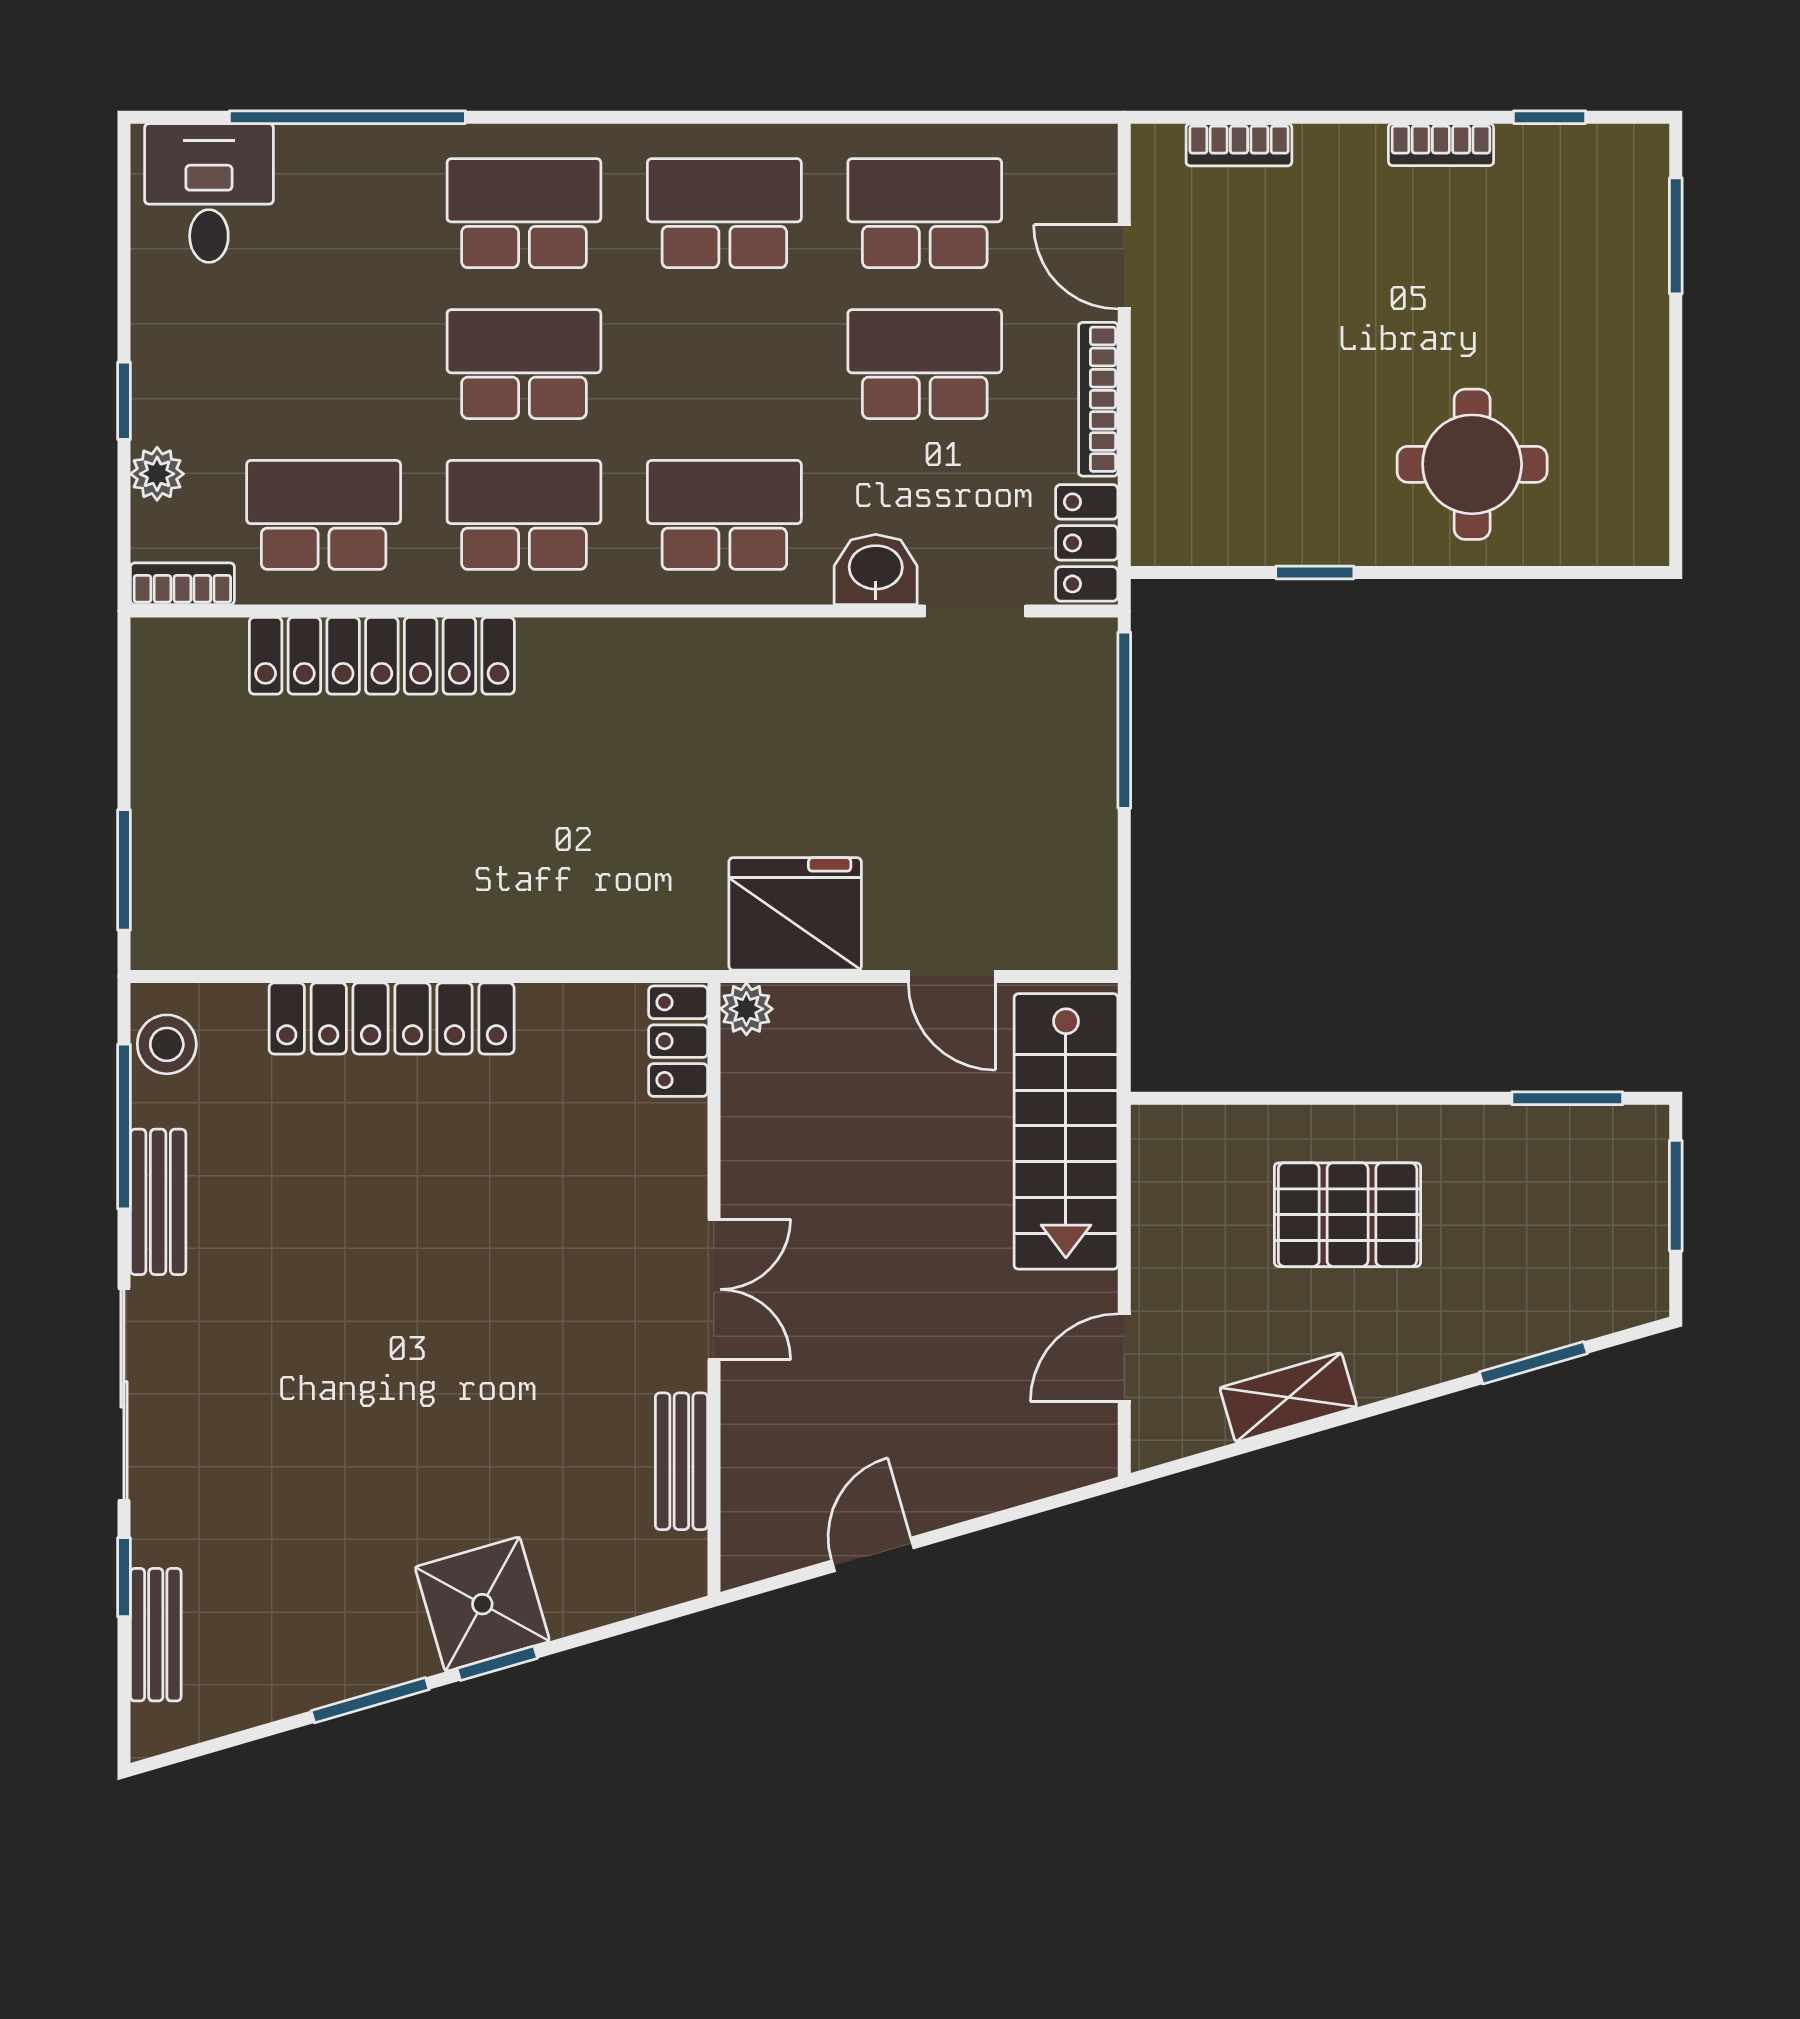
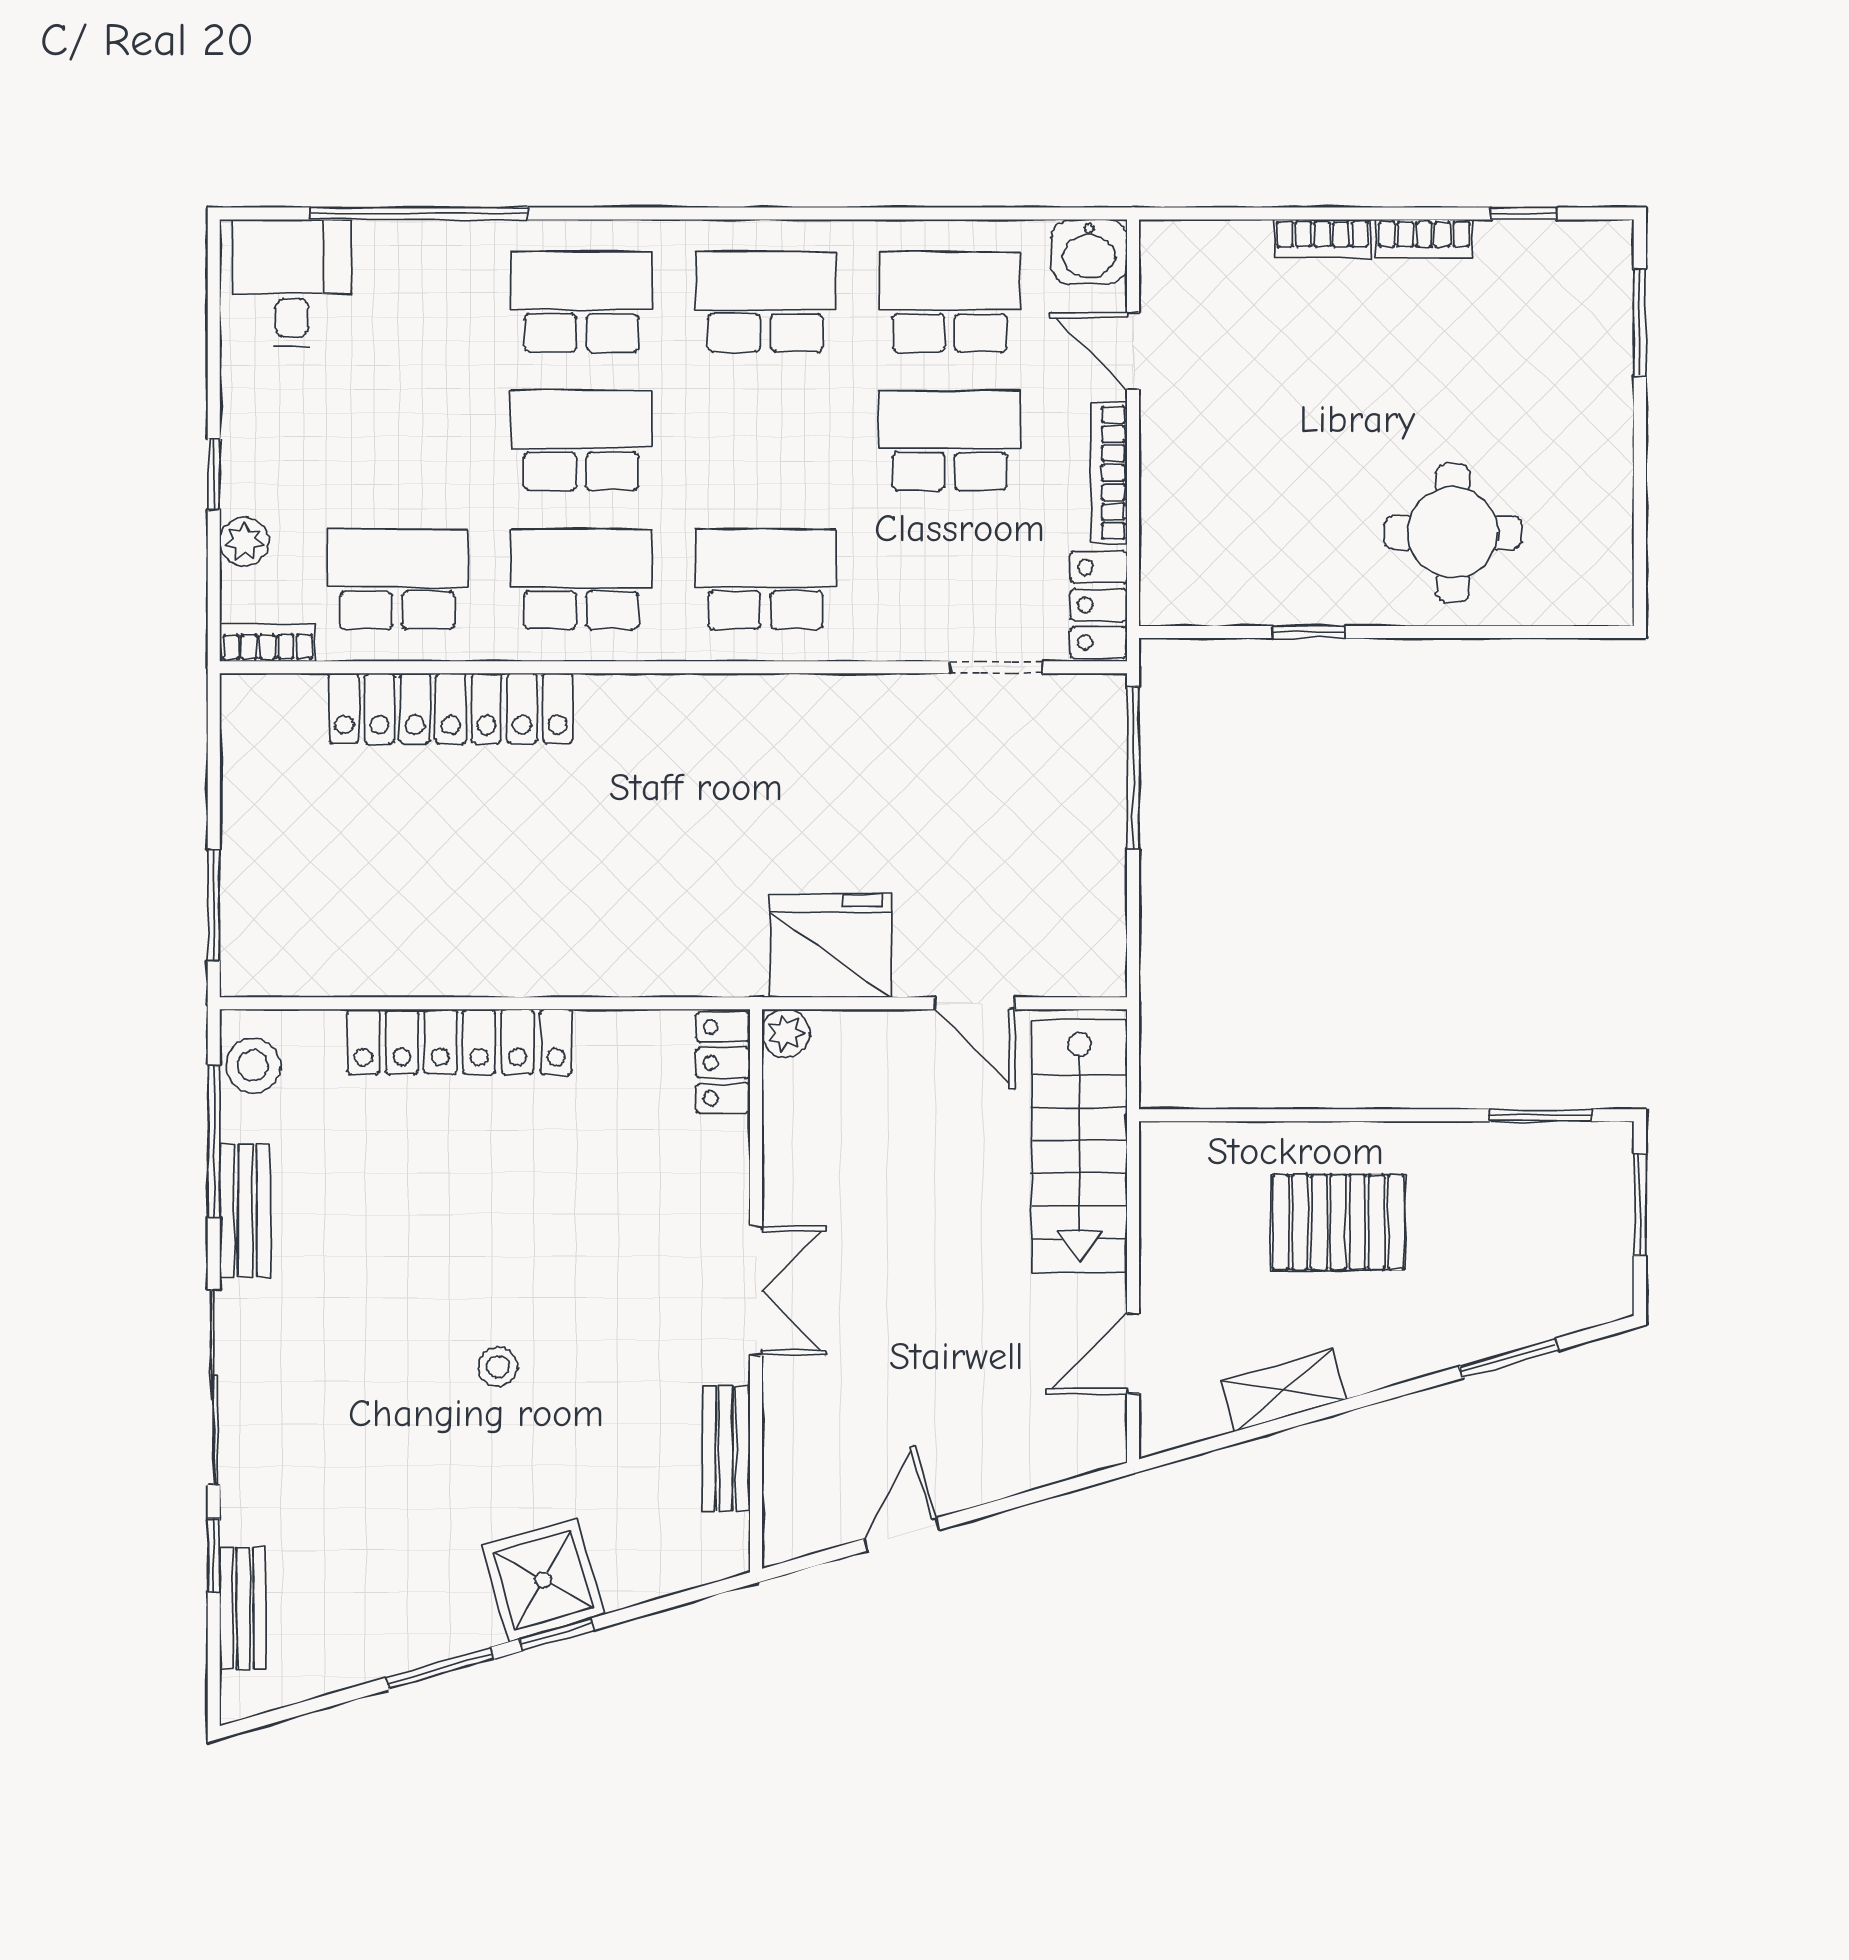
bookcase: (1239, 145) -> (1322, 239), moved
washbasin: (876, 569) -> (1089, 252), moved, turned 180
stool: (433, 1372) -> (498, 1367), added

